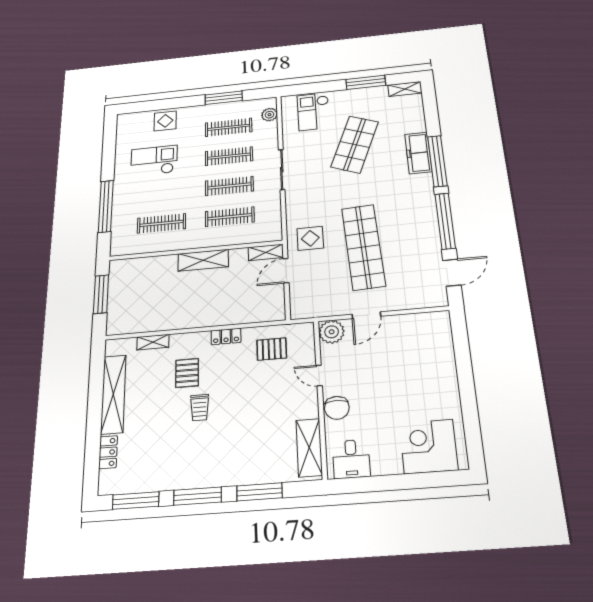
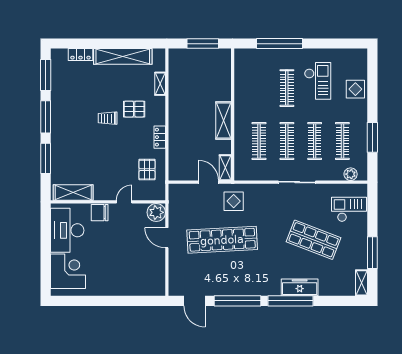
clothes rail: (161, 223) -> (287, 88), moved
desk: (351, 459) -> (67, 230), width x1.87, depth x1.30

